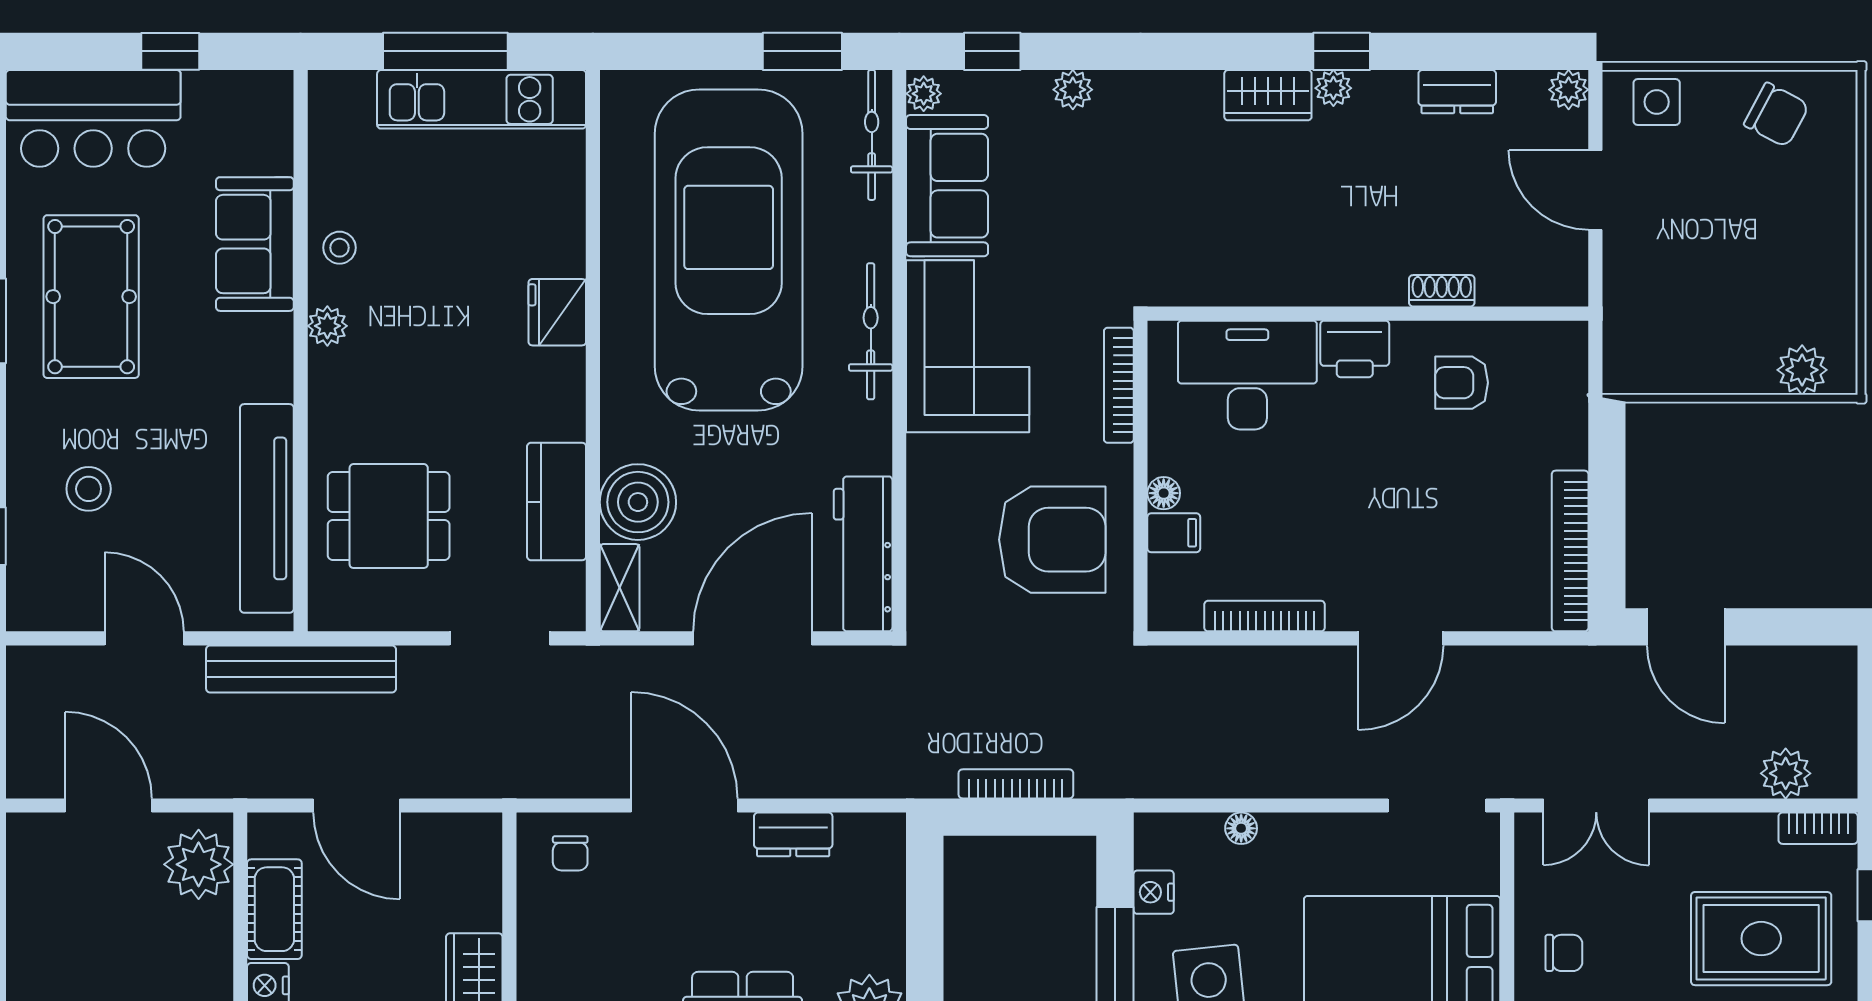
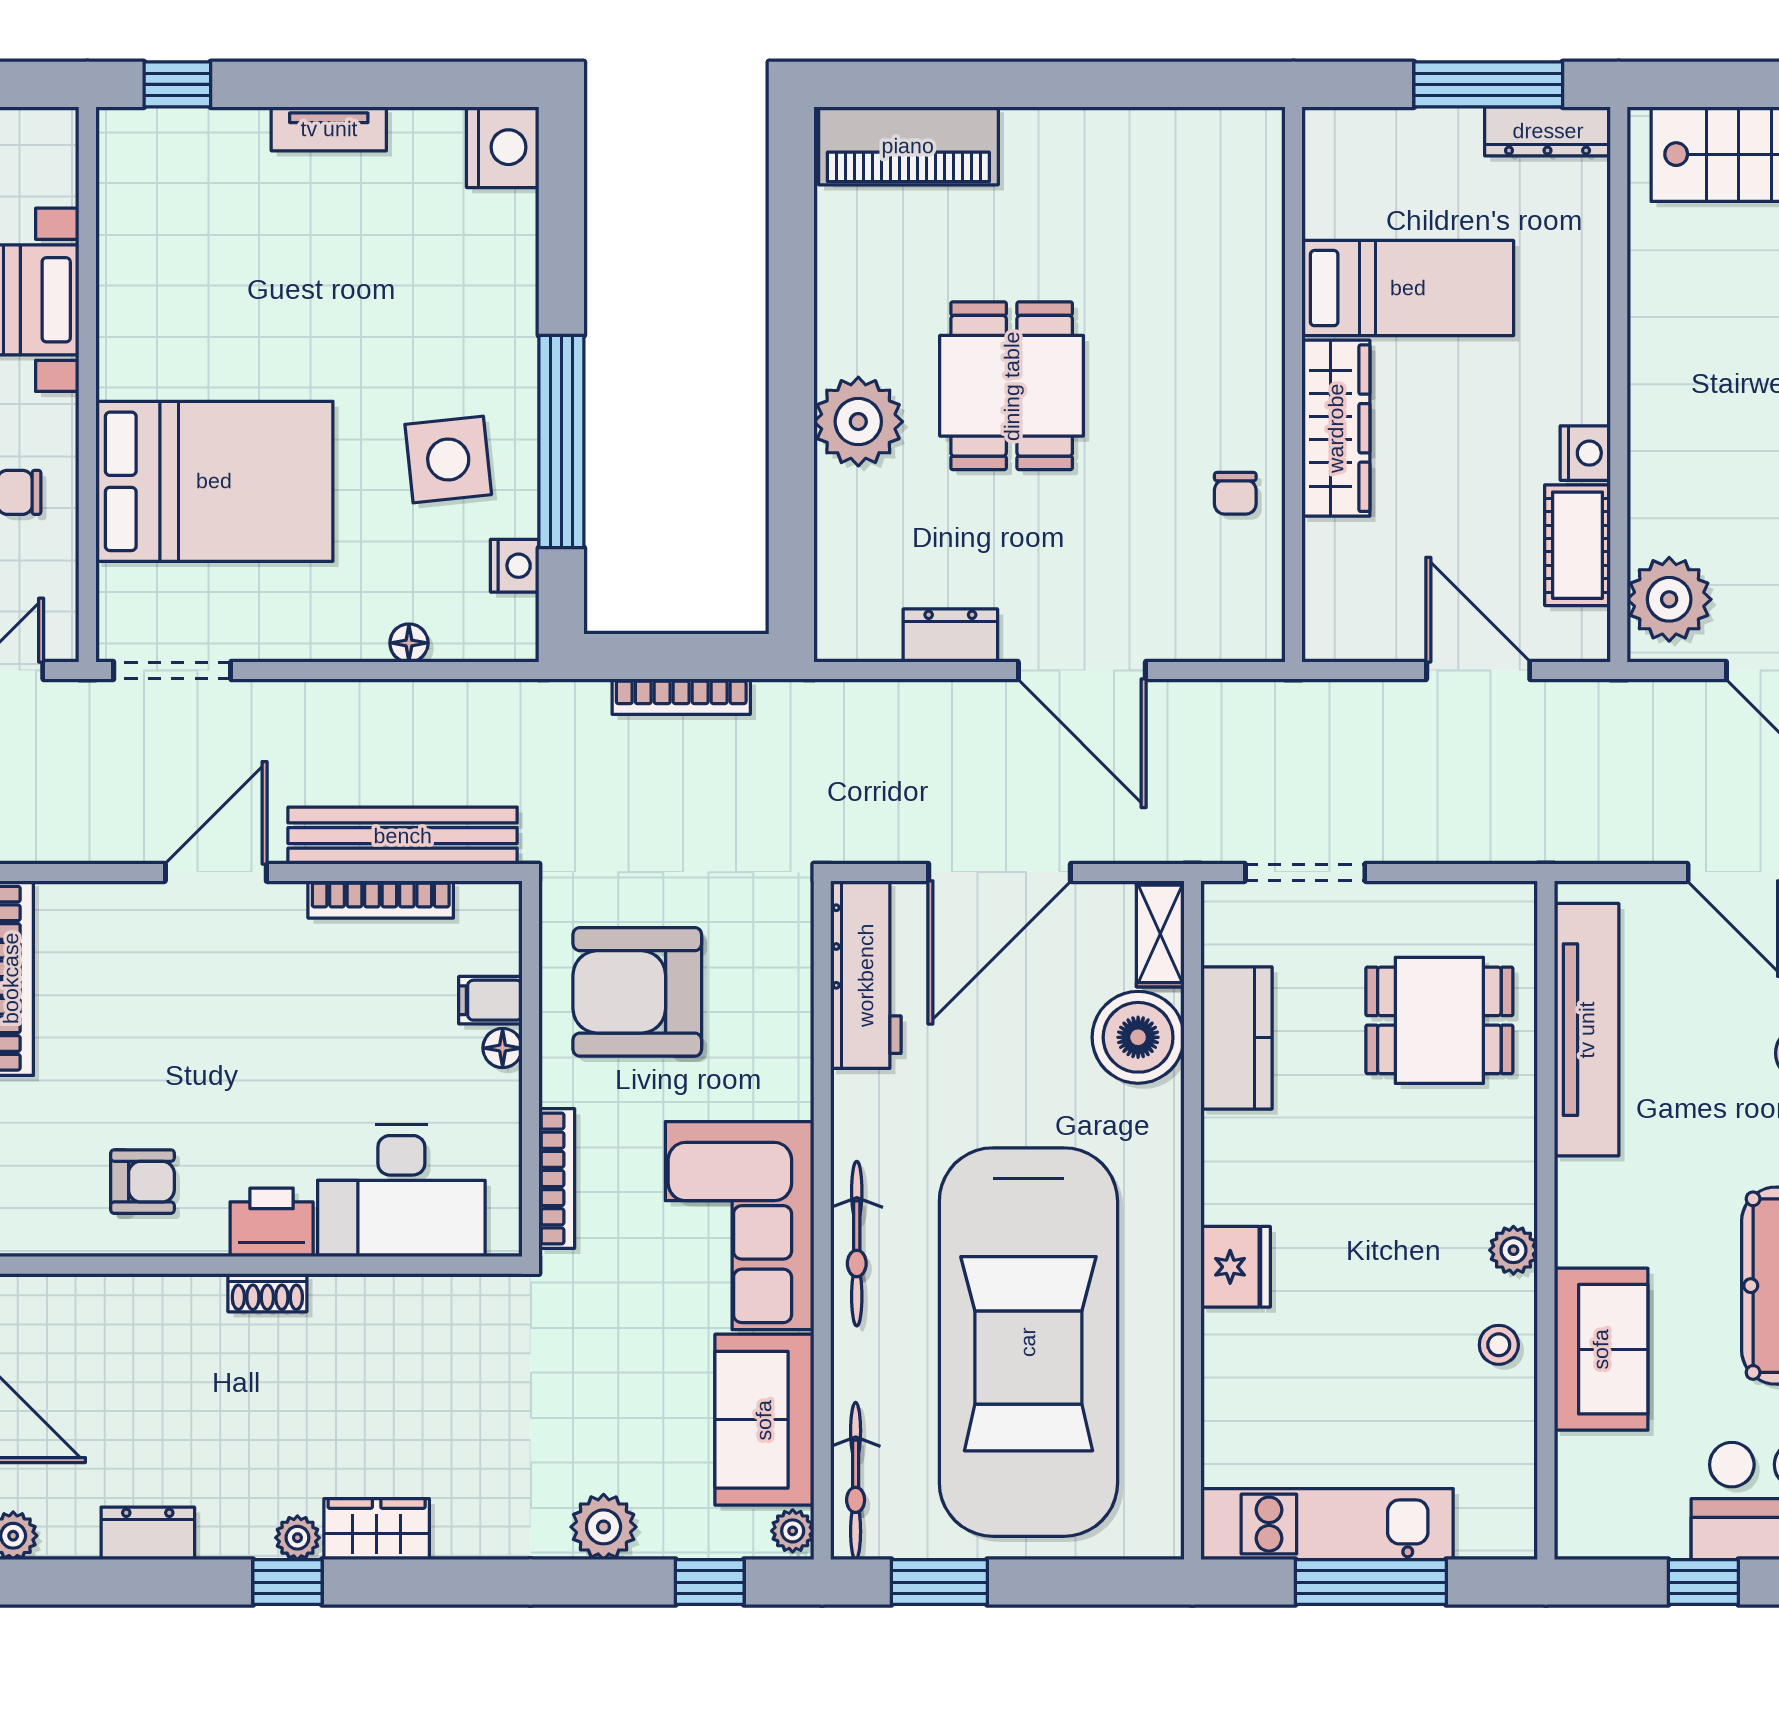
plant: (1073, 90) -> (604, 1527), width x1.38, depth x1.38
shoe rack: (1442, 291) -> (267, 1293), moved
bench: (301, 669) -> (403, 836), moved
chair: (570, 853) -> (1235, 493), moved, turned 180

